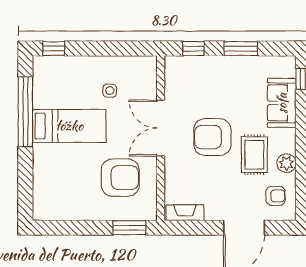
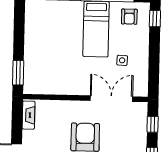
double door: (161, 128) -> (111, 99), moved
armchair: (120, 178) -> (129, 17), moved, width x0.53, depth x0.53

